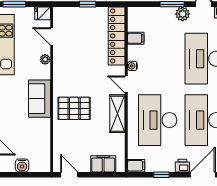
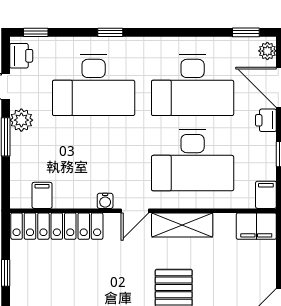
filing cabinet: (136, 38) -> (42, 195), moved
filing cabinet: (103, 164) -> (256, 226), moved, turned -90

